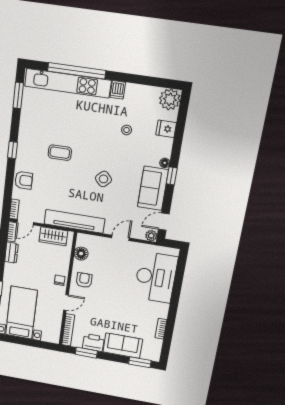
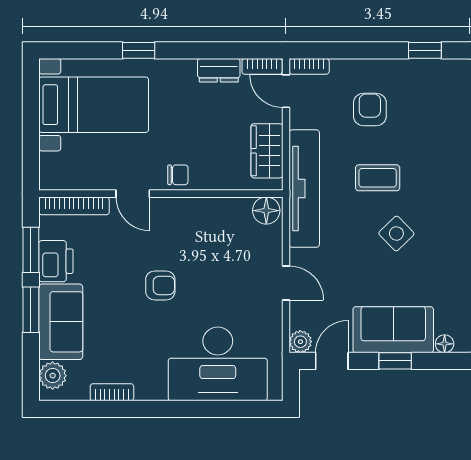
coffee table: (60, 153) -> (378, 178), moved, turned 90
window: (172, 176) -> (395, 361), moved
armchair: (24, 180) -> (370, 109), moved, turned 180
door: (164, 222) -> (332, 361), hinge flipped
floor lamp: (81, 254) -> (266, 211), moved
armchair: (84, 280) -> (160, 285), moved
plant: (148, 354) -> (53, 376), added
window: (140, 362) -> (31, 310), moved

